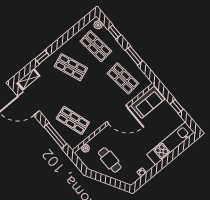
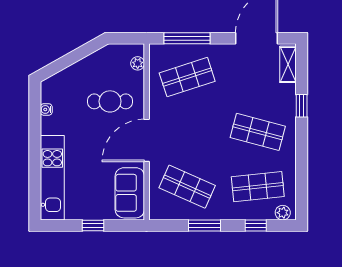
shop shelf: (71, 67) -> (258, 132), turned 36
shop shelf: (123, 78) -> (187, 187), turned 30
cafe table: (110, 160) -> (110, 101), moved

